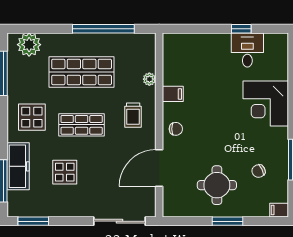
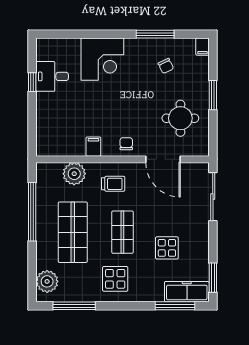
plant: (149, 79) -> (74, 174), width x1.88, depth x1.88
freezer: (18, 166) -> (187, 292), moved
round table: (217, 185) -> (180, 118), moved

